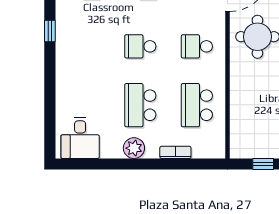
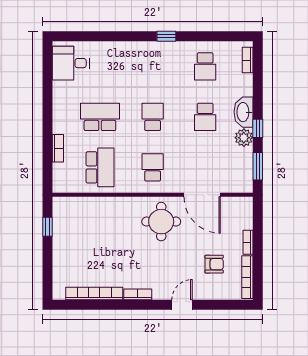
school desk: (197, 105) -> (100, 167), turned 90
plant: (134, 148) -> (62, 111), removed

